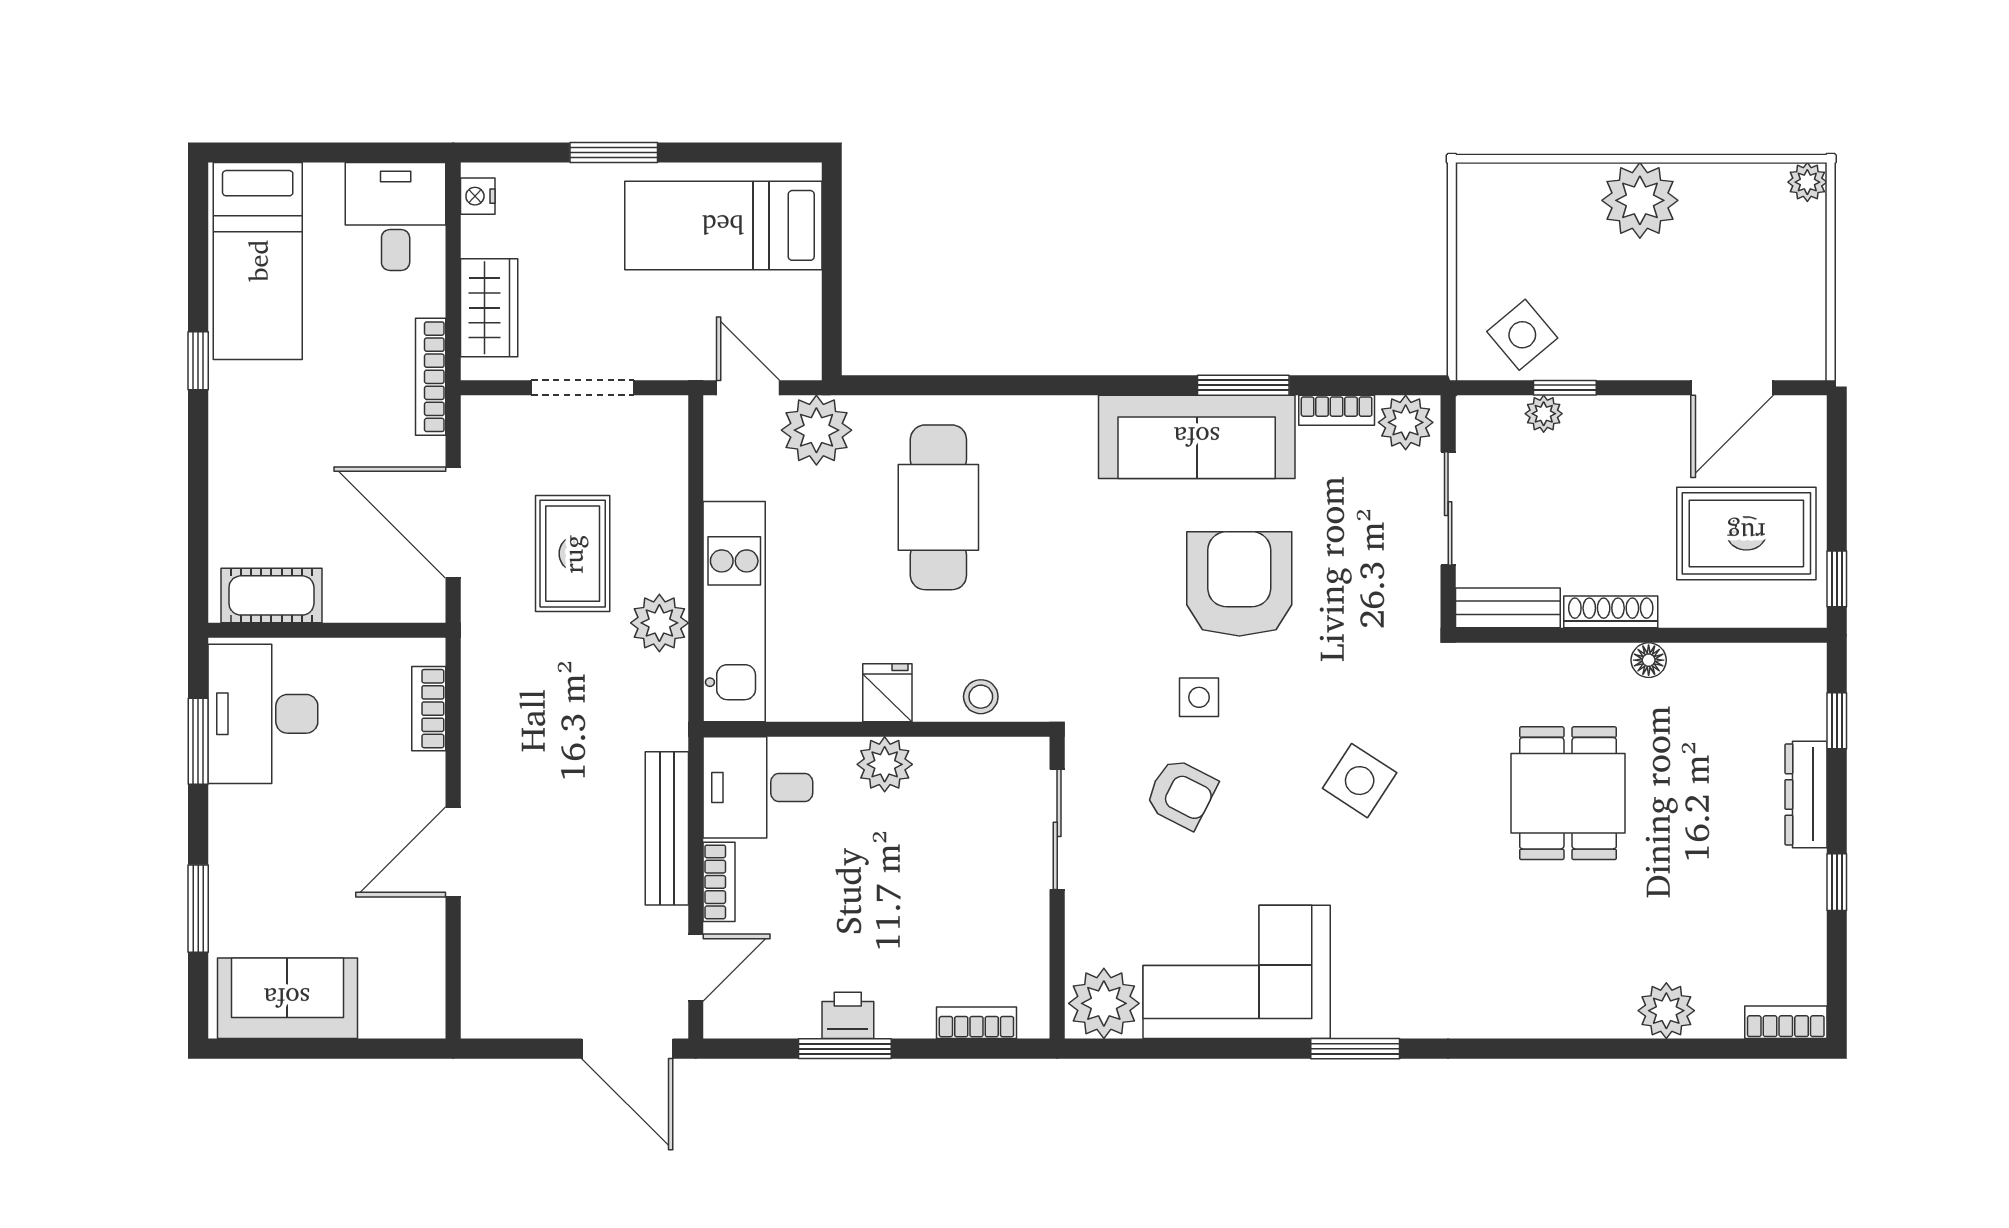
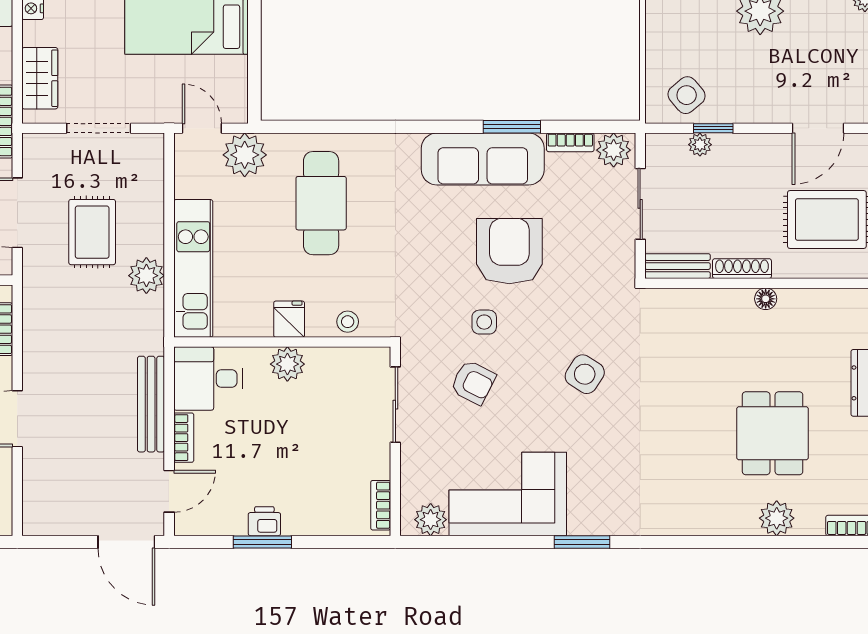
dining table: (1568, 793) -> (773, 433), moved
plant: (1104, 1003) -> (431, 520), width x0.73, depth x0.73
bookcase: (976, 1023) -> (381, 505), moved, turned -90

